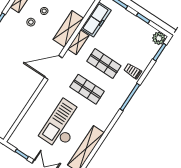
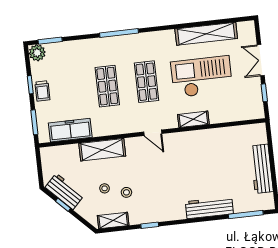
shelving: (78, 42) -> (193, 119), moved
door: (53, 67) -> (153, 133), width x0.53
trolley: (133, 71) -> (42, 91), moved
checkout: (63, 125) -> (202, 77), turned 180

